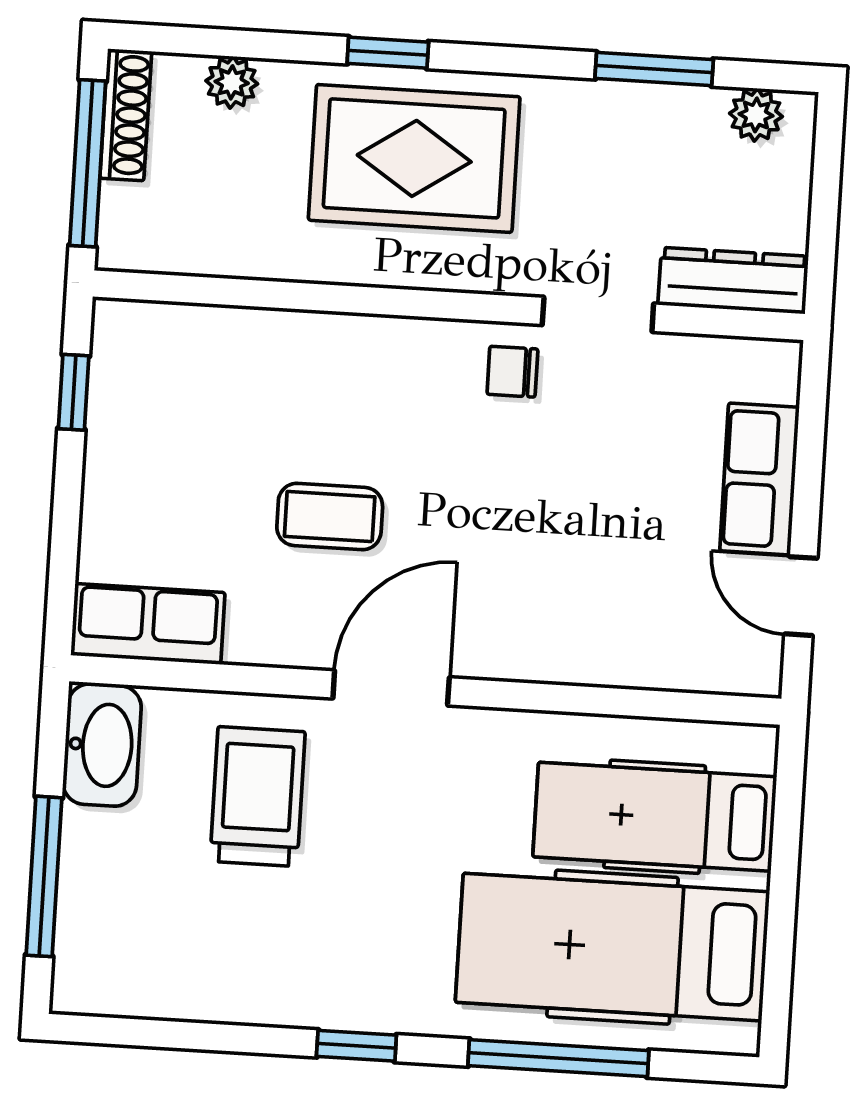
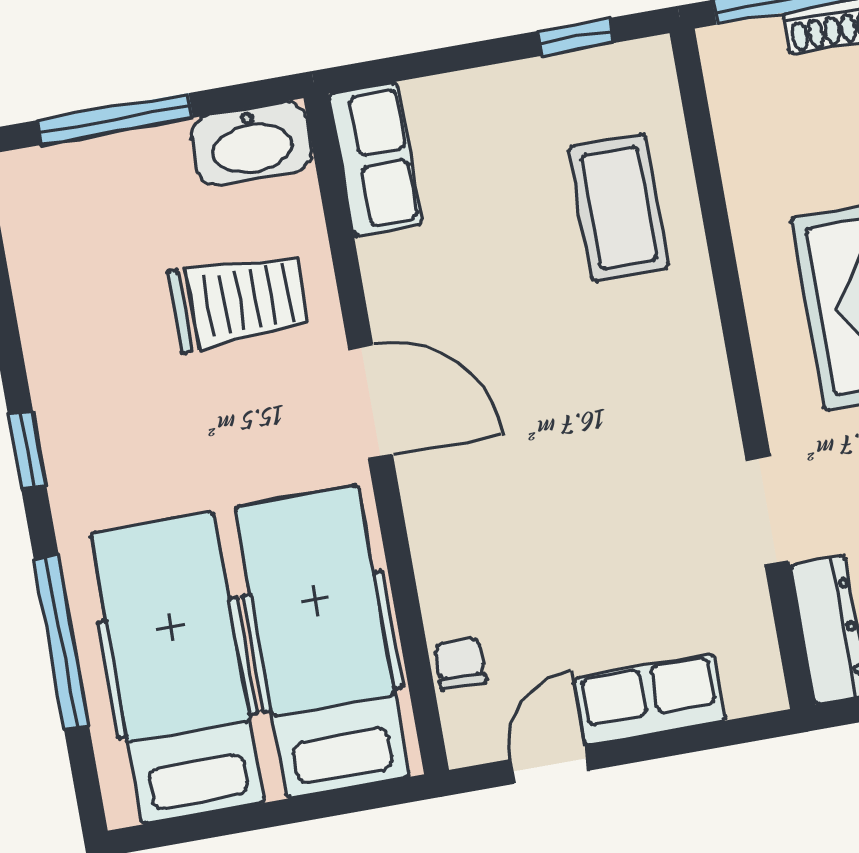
chair: (512, 372) -> (460, 663), moved
coffee table: (330, 517) -> (619, 208), moved, width x1.36, depth x1.30
hospital bed: (655, 817) -> (323, 642), width x1.37, depth x1.29

